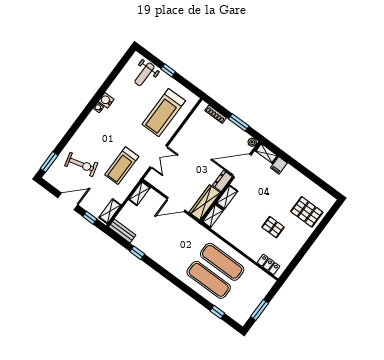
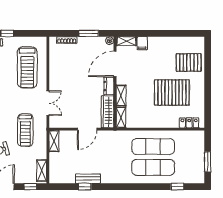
pallet: (273, 227) -> (172, 93), width x2.05, depth x2.00
bench: (122, 231) -> (88, 179), moved

